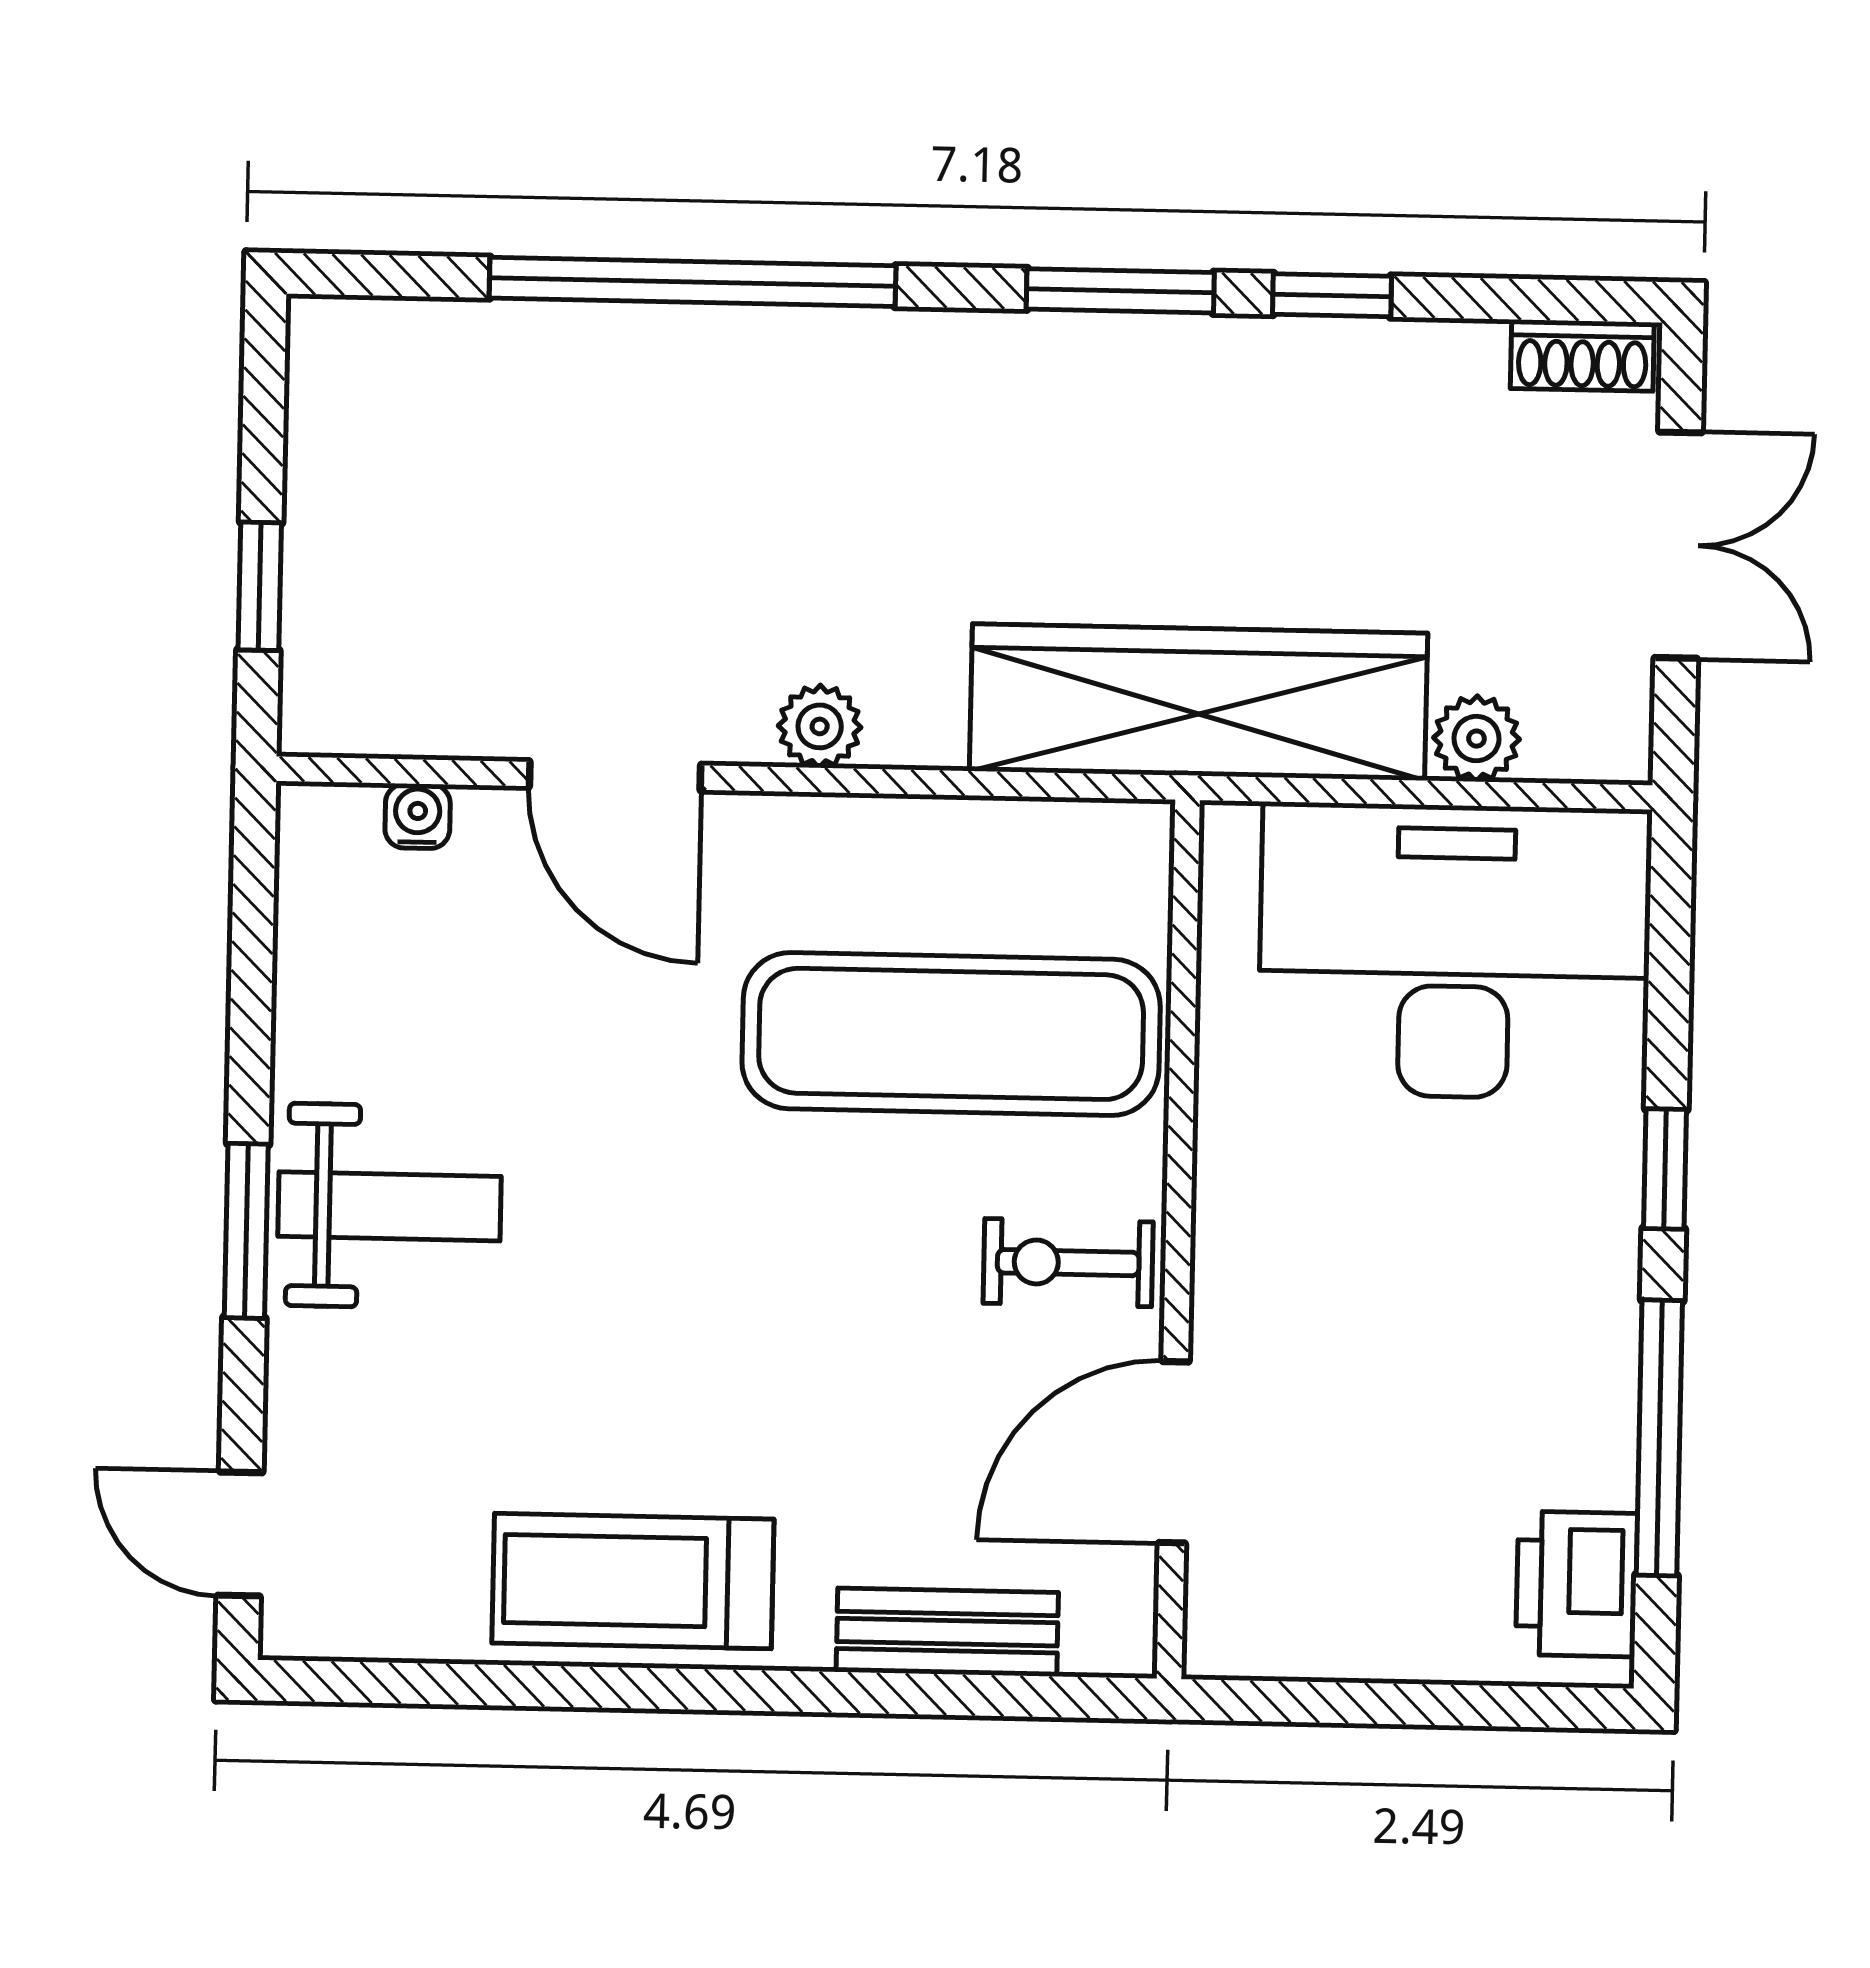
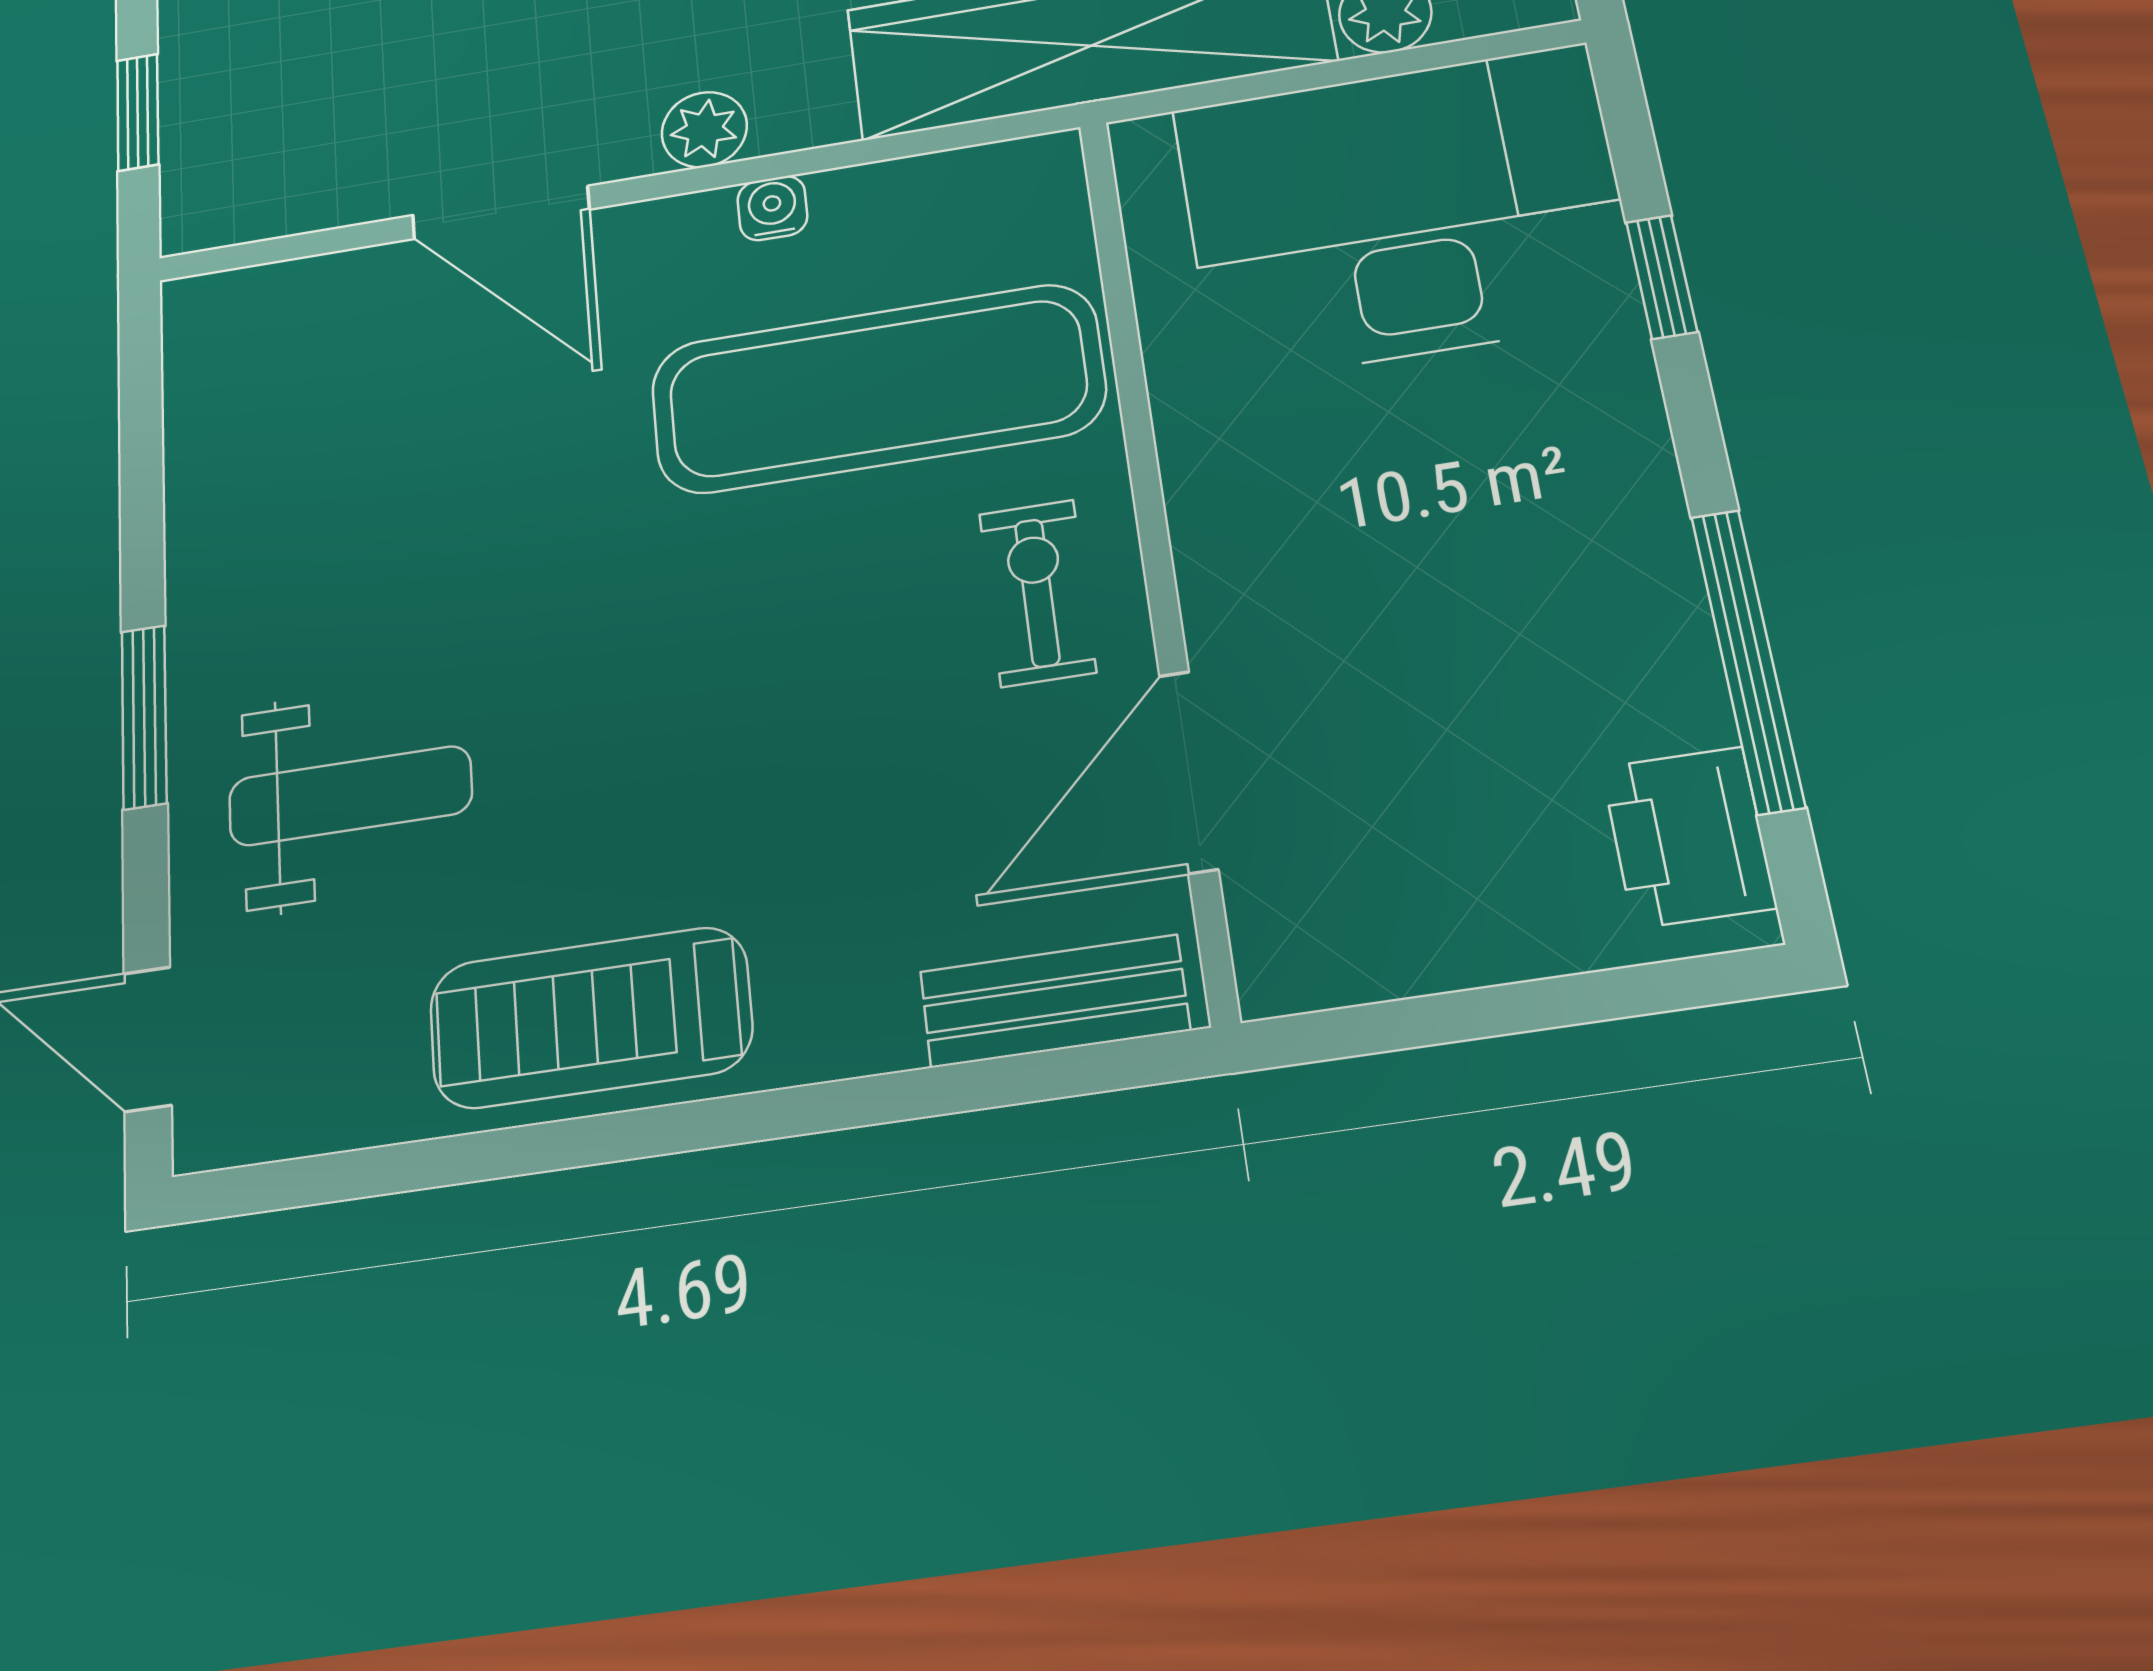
water cooler: (418, 816) -> (772, 208), moved
window: (1665, 1169) -> (1662, 277), moved
weight bench: (390, 1206) -> (350, 796), moved
exercise bike: (1068, 1263) -> (1037, 593), turned 90
bench: (947, 1632) -> (1054, 1001), moved

